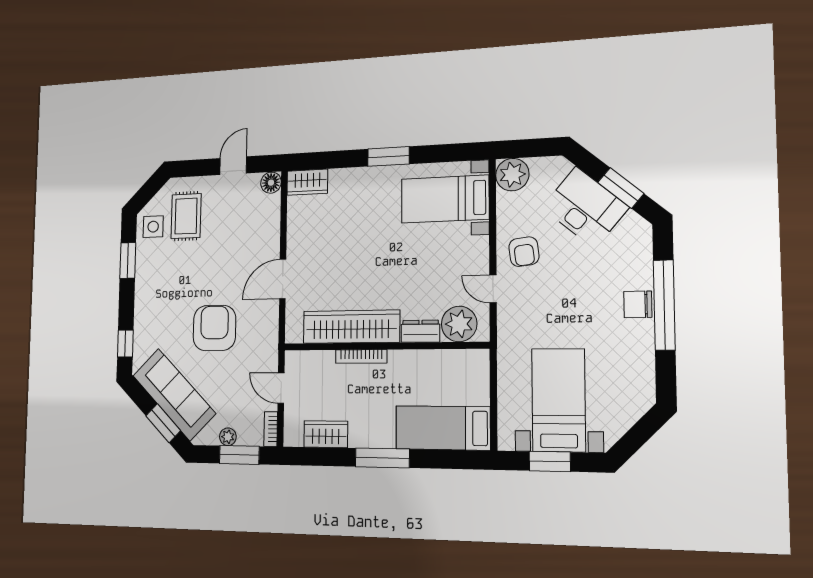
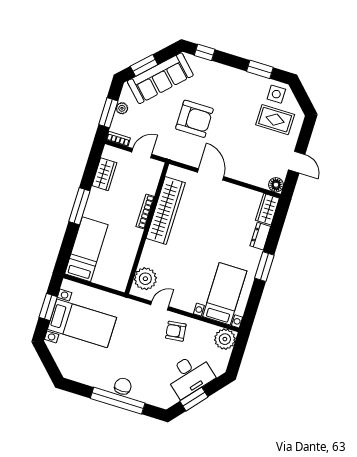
dresser: (420, 331) -> (260, 236), moved, turned 180

